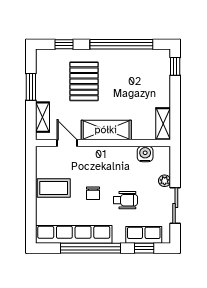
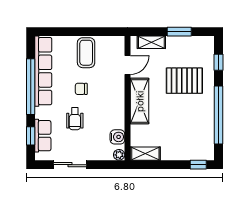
plant: (165, 181) -> (119, 155), moved

